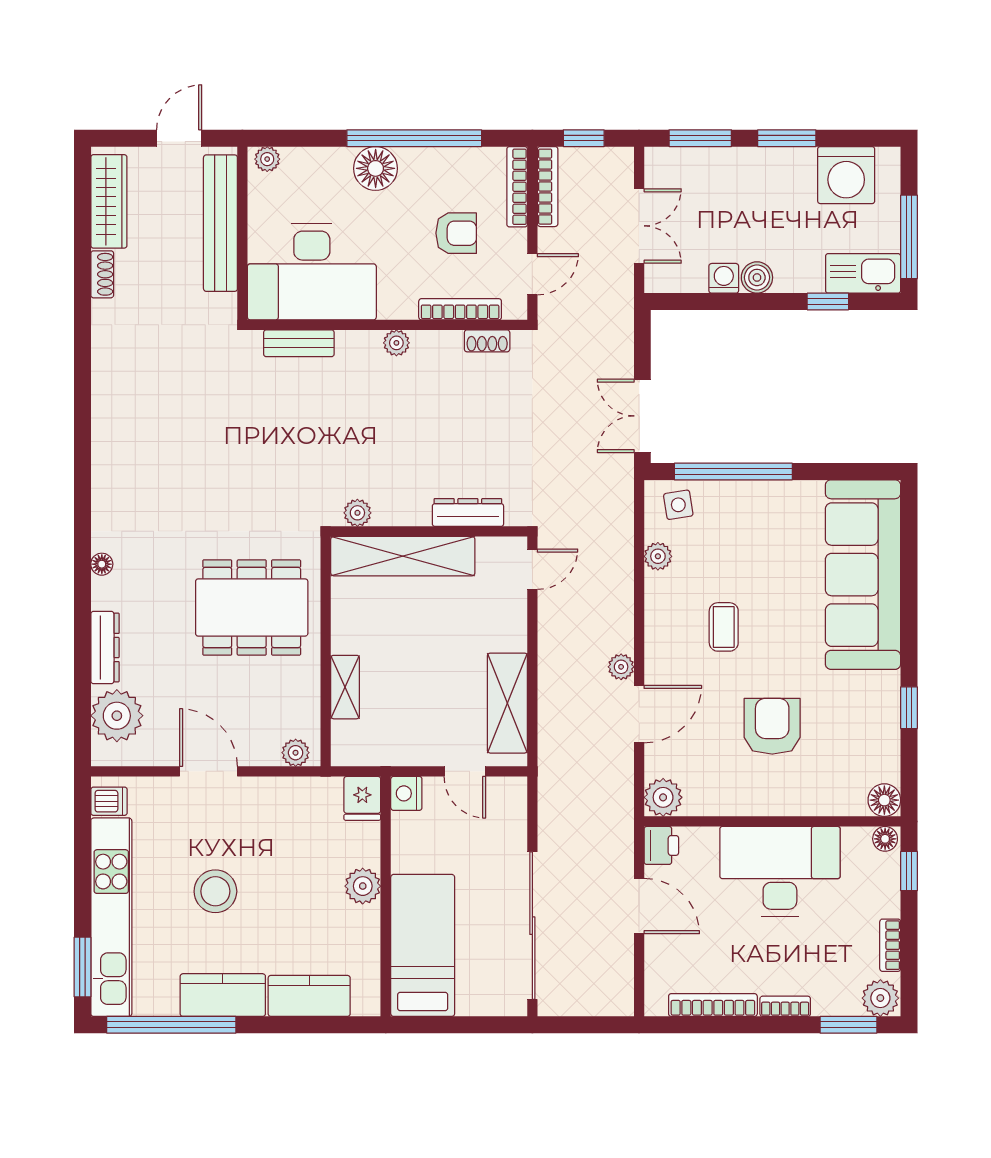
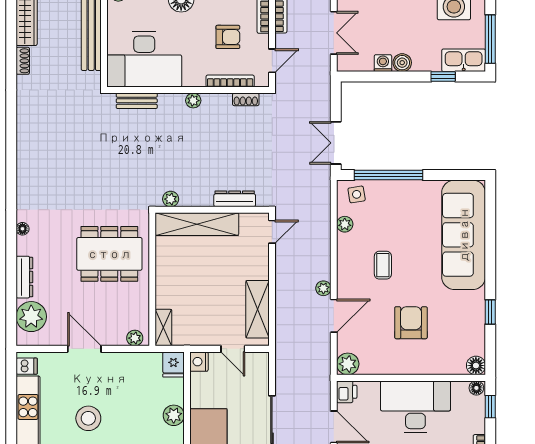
shelving: (345, 687) -> (163, 328), moved

